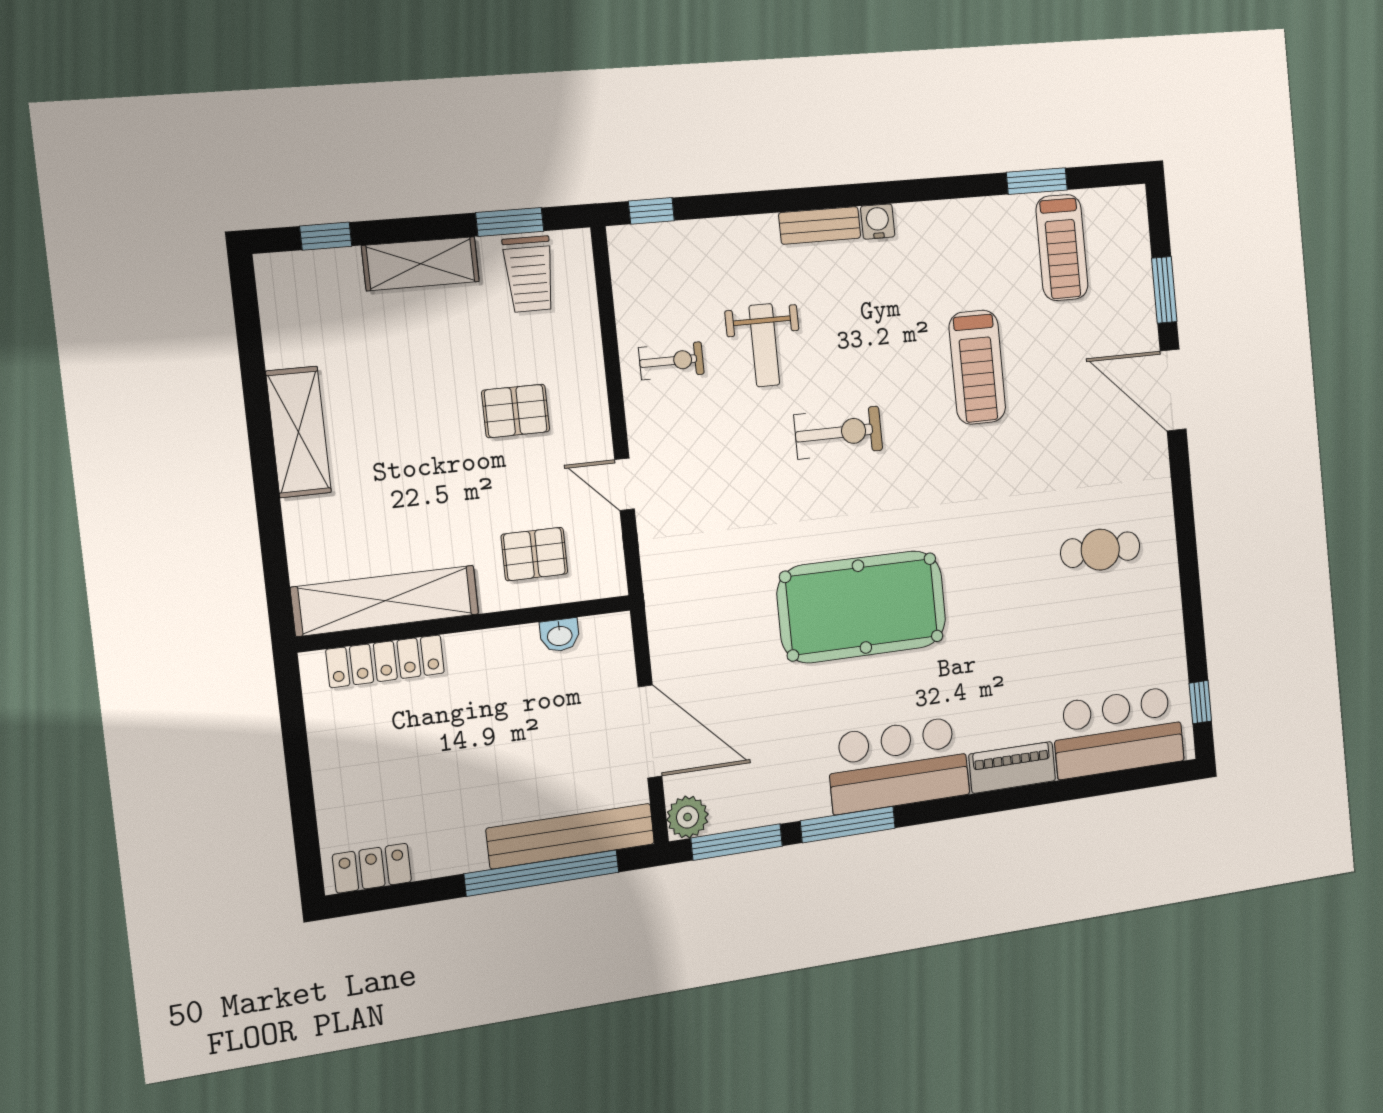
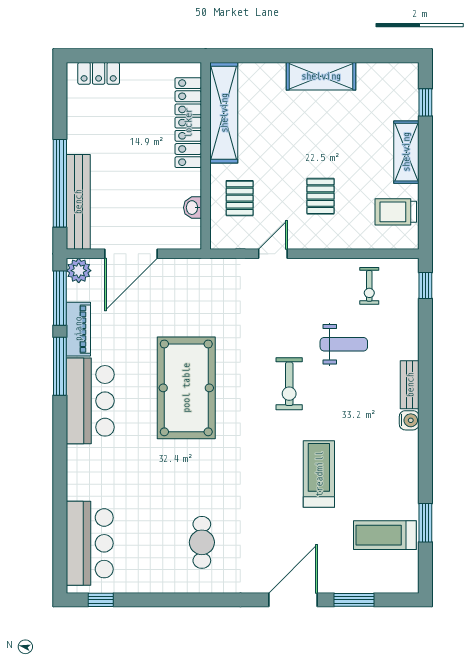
window: (510, 222) -> (425, 204), removed
weight bench: (764, 345) -> (344, 344), turned 180
exercise bike: (671, 361) -> (369, 286), moved
treadmill: (977, 367) -> (319, 474), turned 90
locker: (385, 661) -> (188, 123), width x1.41, depth x1.21
piano: (1012, 767) -> (78, 329), moved
locker: (372, 868) -> (99, 73), moved, turned 90

